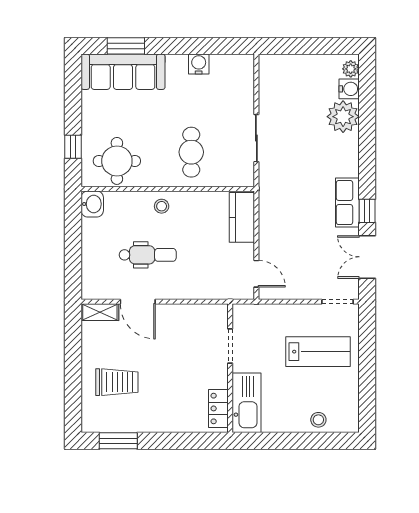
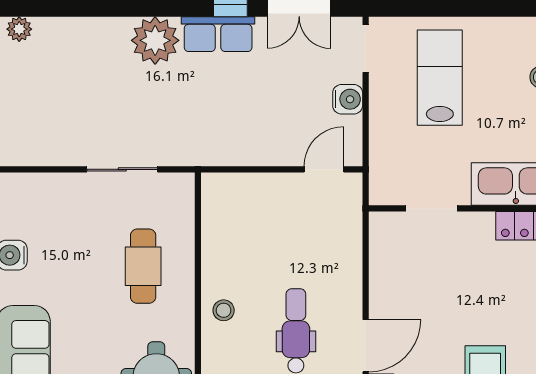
water cooler: (349, 89) -> (348, 99), moved, turned 90
plant: (343, 117) -> (155, 40), moved
cafe table: (191, 152) -> (143, 266), turned 90
kitchen counter: (242, 217) -> (240, 191), removed

